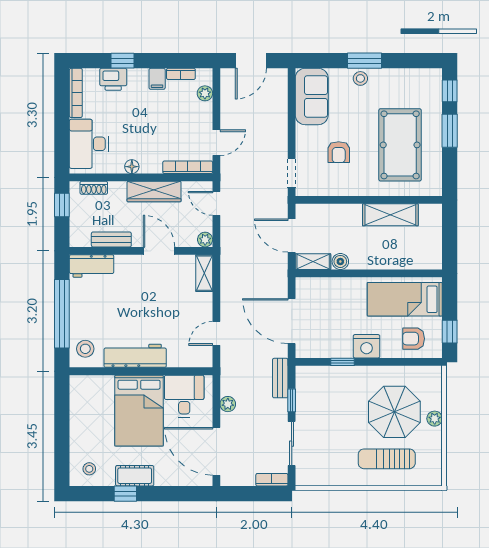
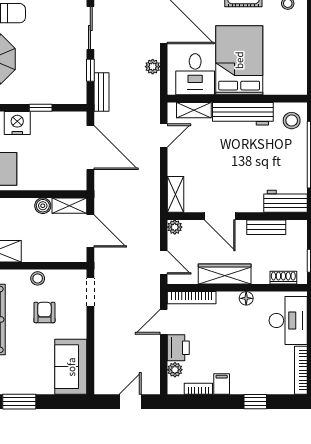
door: (251, 61) -> (130, 402), width x0.73
stool: (360, 78) -> (38, 278), moved
printer: (113, 79) -> (178, 348), moved, turned 90
shelving: (185, 359) -> (194, 110), added

